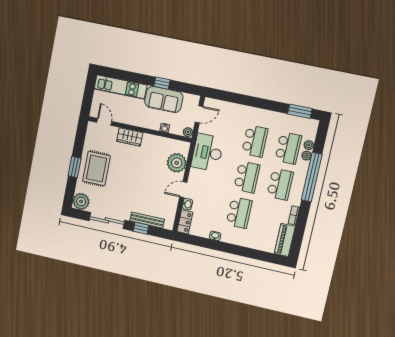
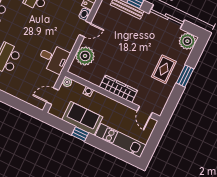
wardrobe: (130, 137) -> (118, 89), width x1.50
desk: (207, 153) -> (53, 58), width x0.73
rug: (96, 169) -> (164, 69), width x0.73, depth x0.70
school desk: (247, 177) -> (22, 26), removed

